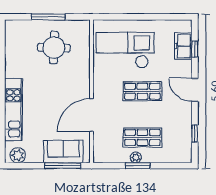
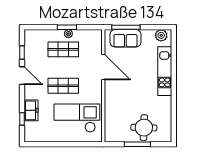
freezer: (183, 46) -> (31, 110), moved
round table: (54, 48) -> (144, 128), moved
checkout: (125, 50) -> (77, 118), turned 180
door: (195, 90) -> (22, 76), moved
door: (91, 115) -> (103, 67), hinge flipped

